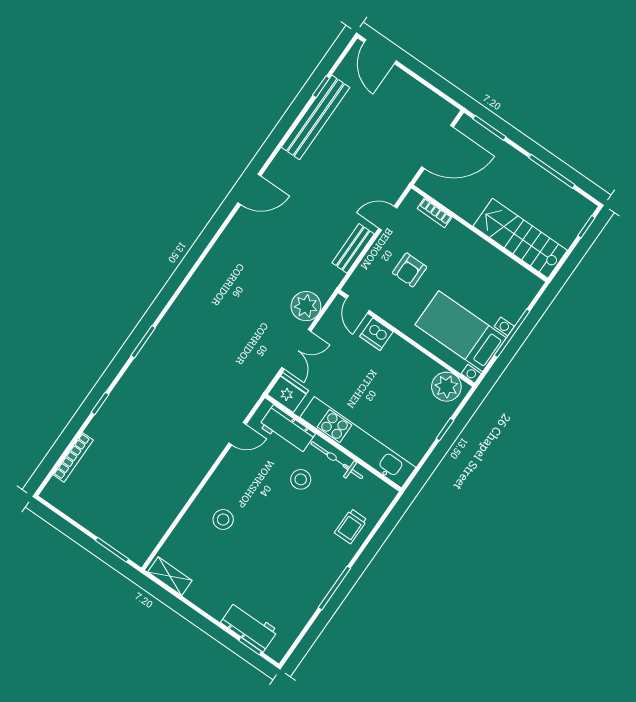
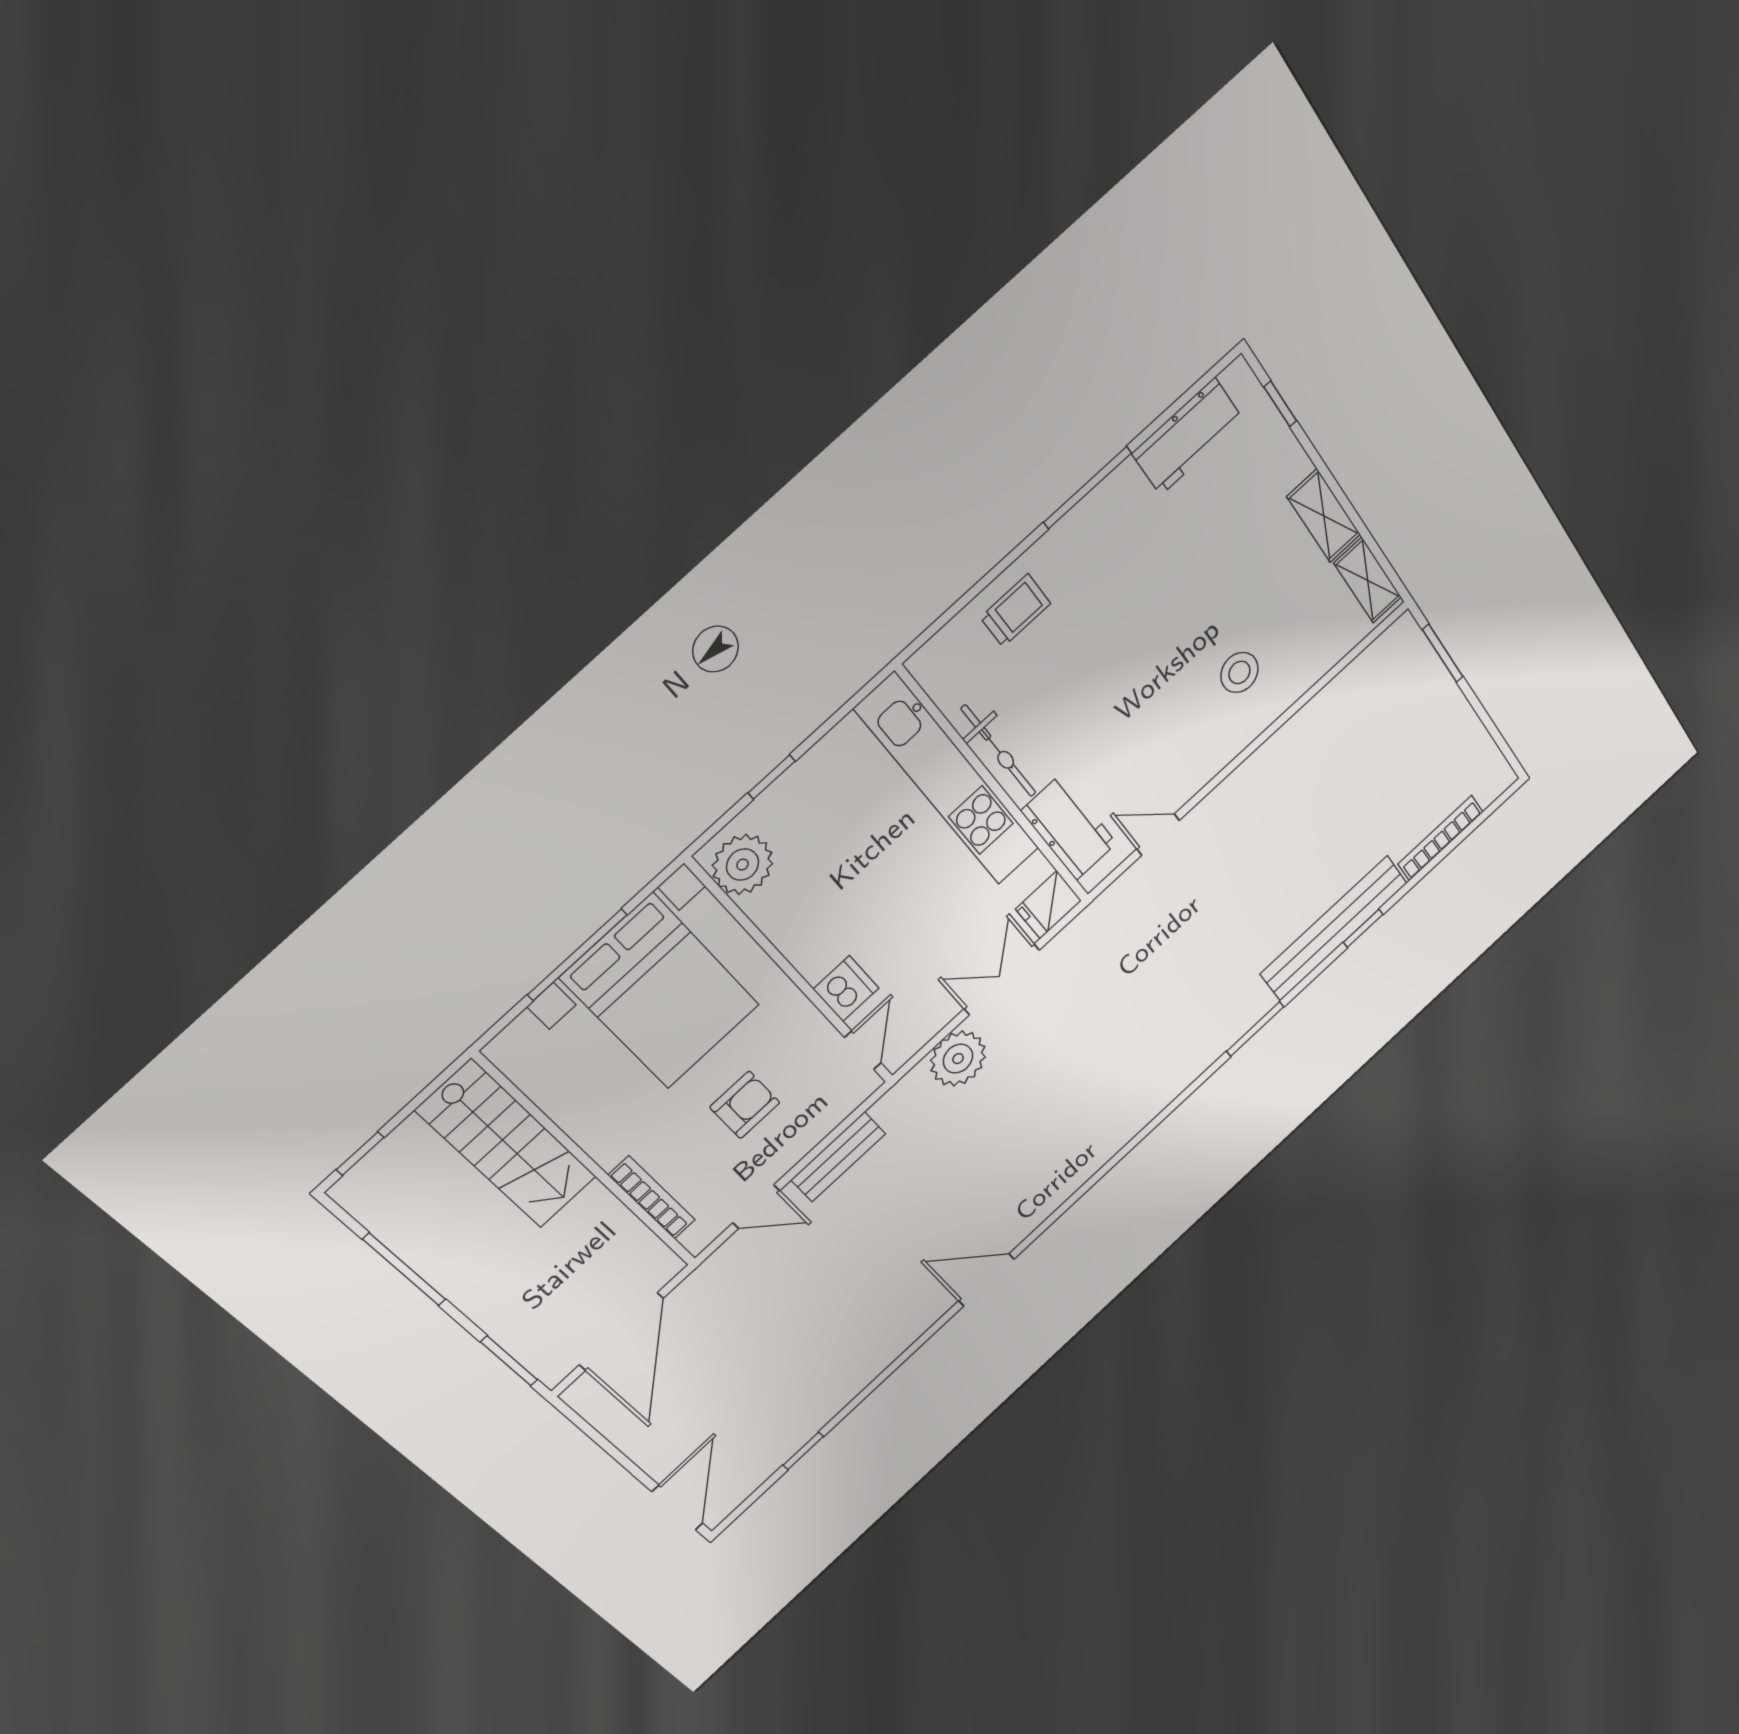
bench: (316, 117) -> (1334, 928), moved
door: (438, 147) -> (621, 1332), swing flipped
bookcase: (435, 213) -> (652, 1198), width x1.56
bed with nightstands: (461, 331) -> (660, 991), width x1.36
fridge: (288, 393) -> (1049, 905), width x0.72
stool: (301, 479) -> (1077, 725), removed
shelving: (207, 601) -> (1324, 516), added
workbench: (249, 627) -> (1188, 436), moved, turned -90

